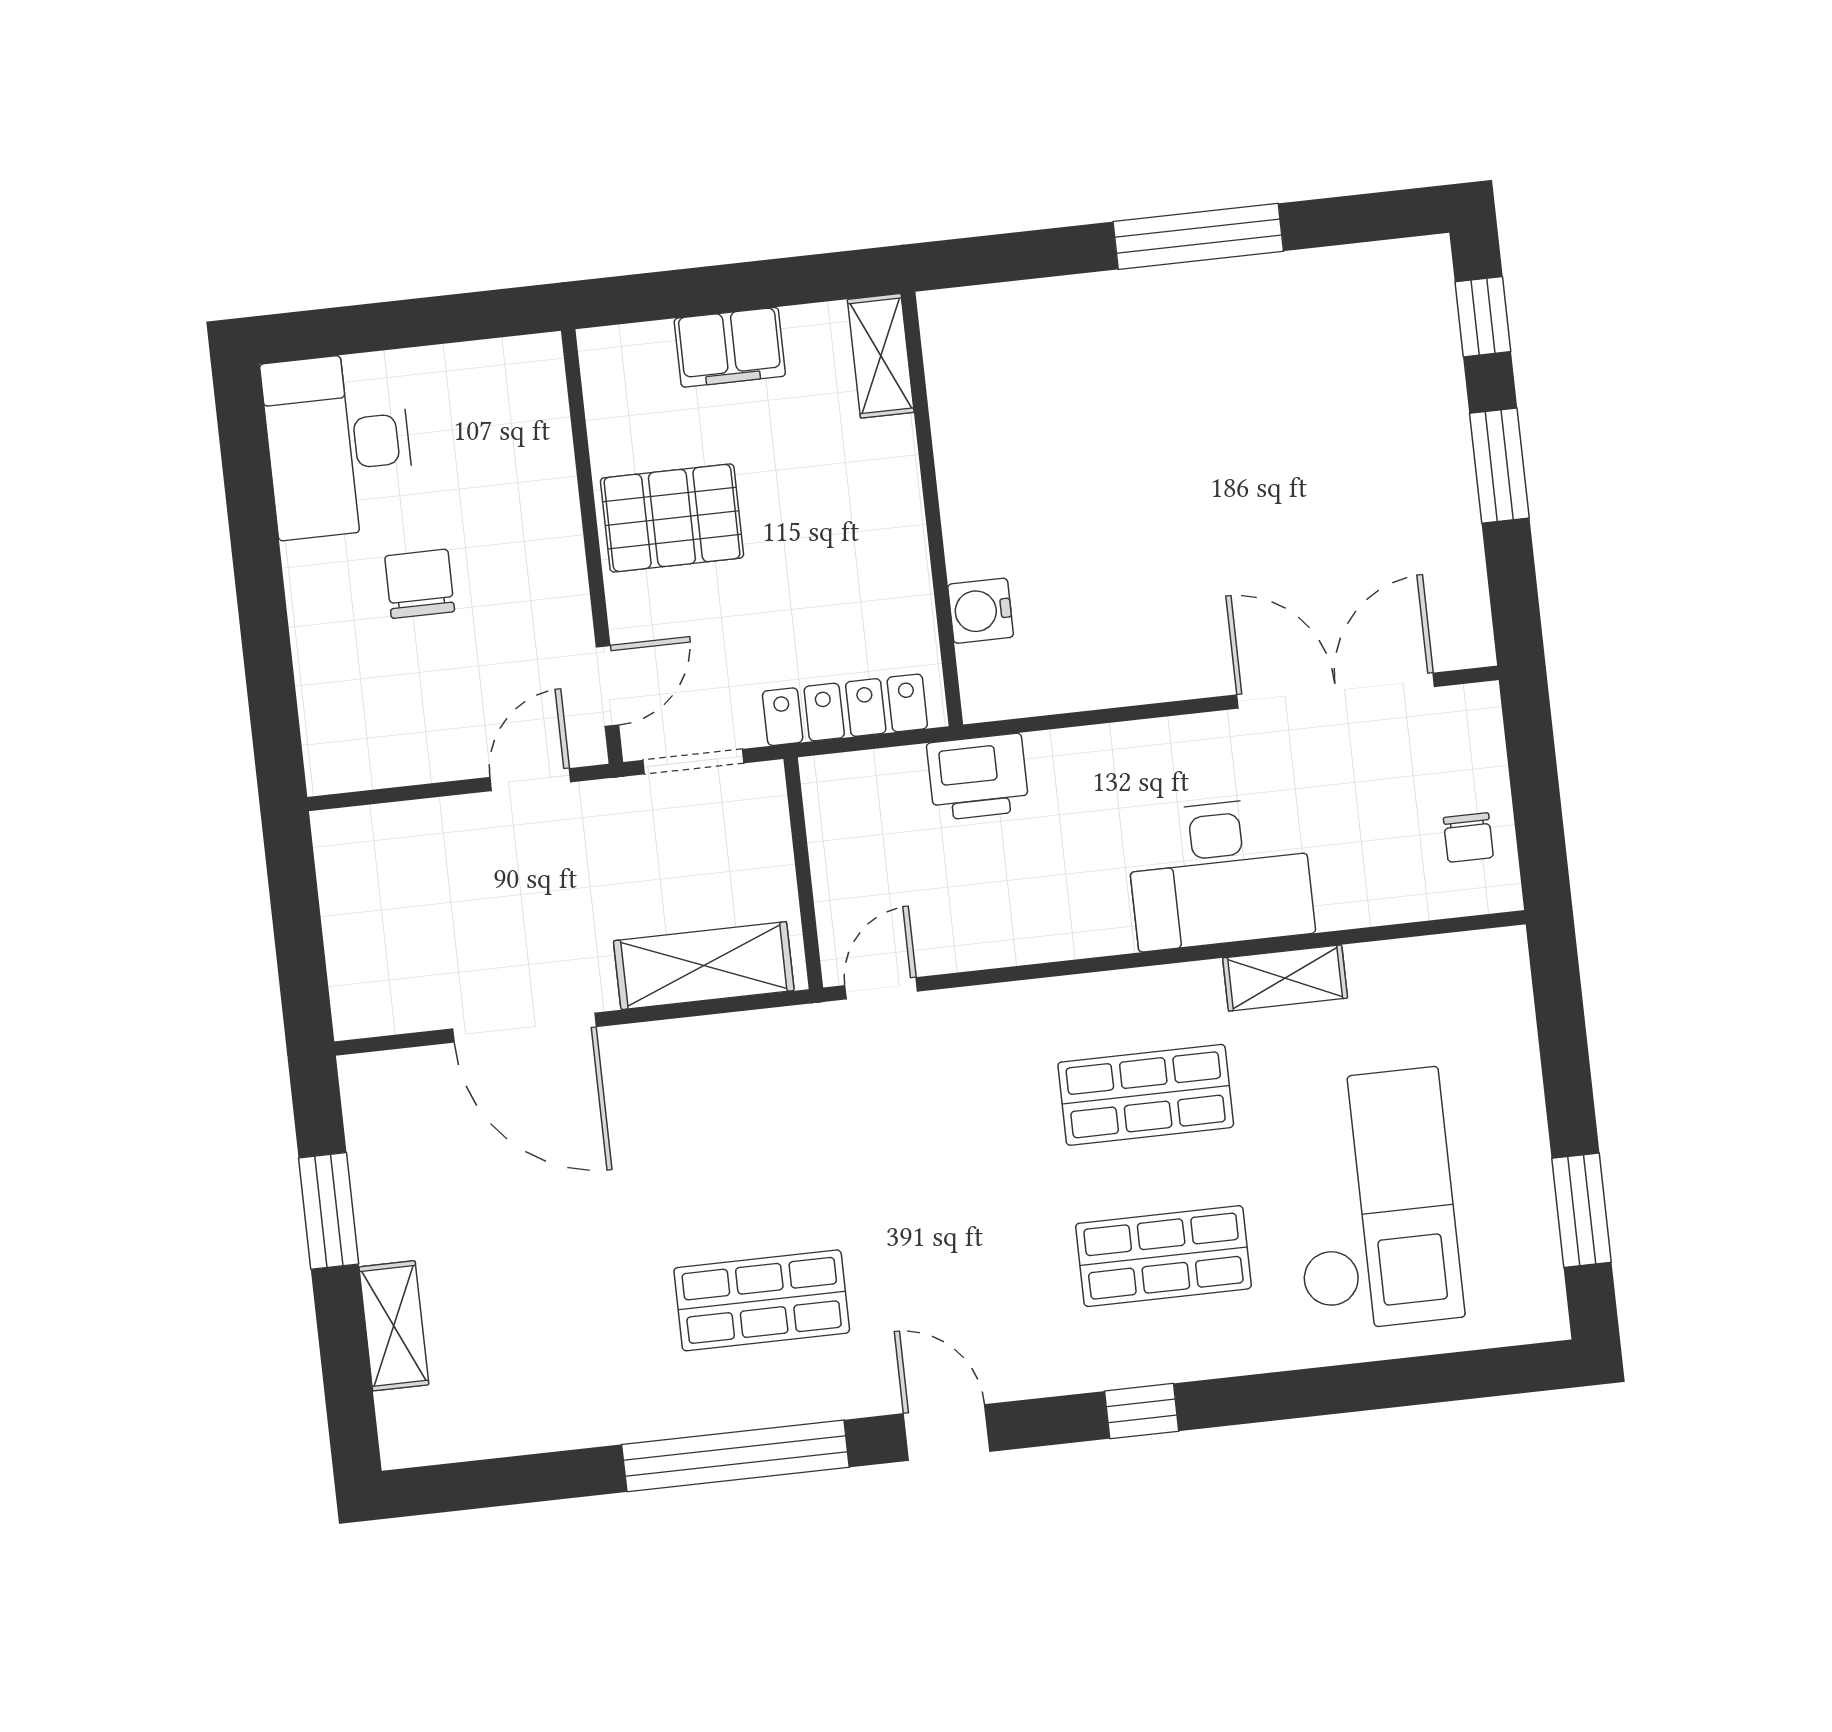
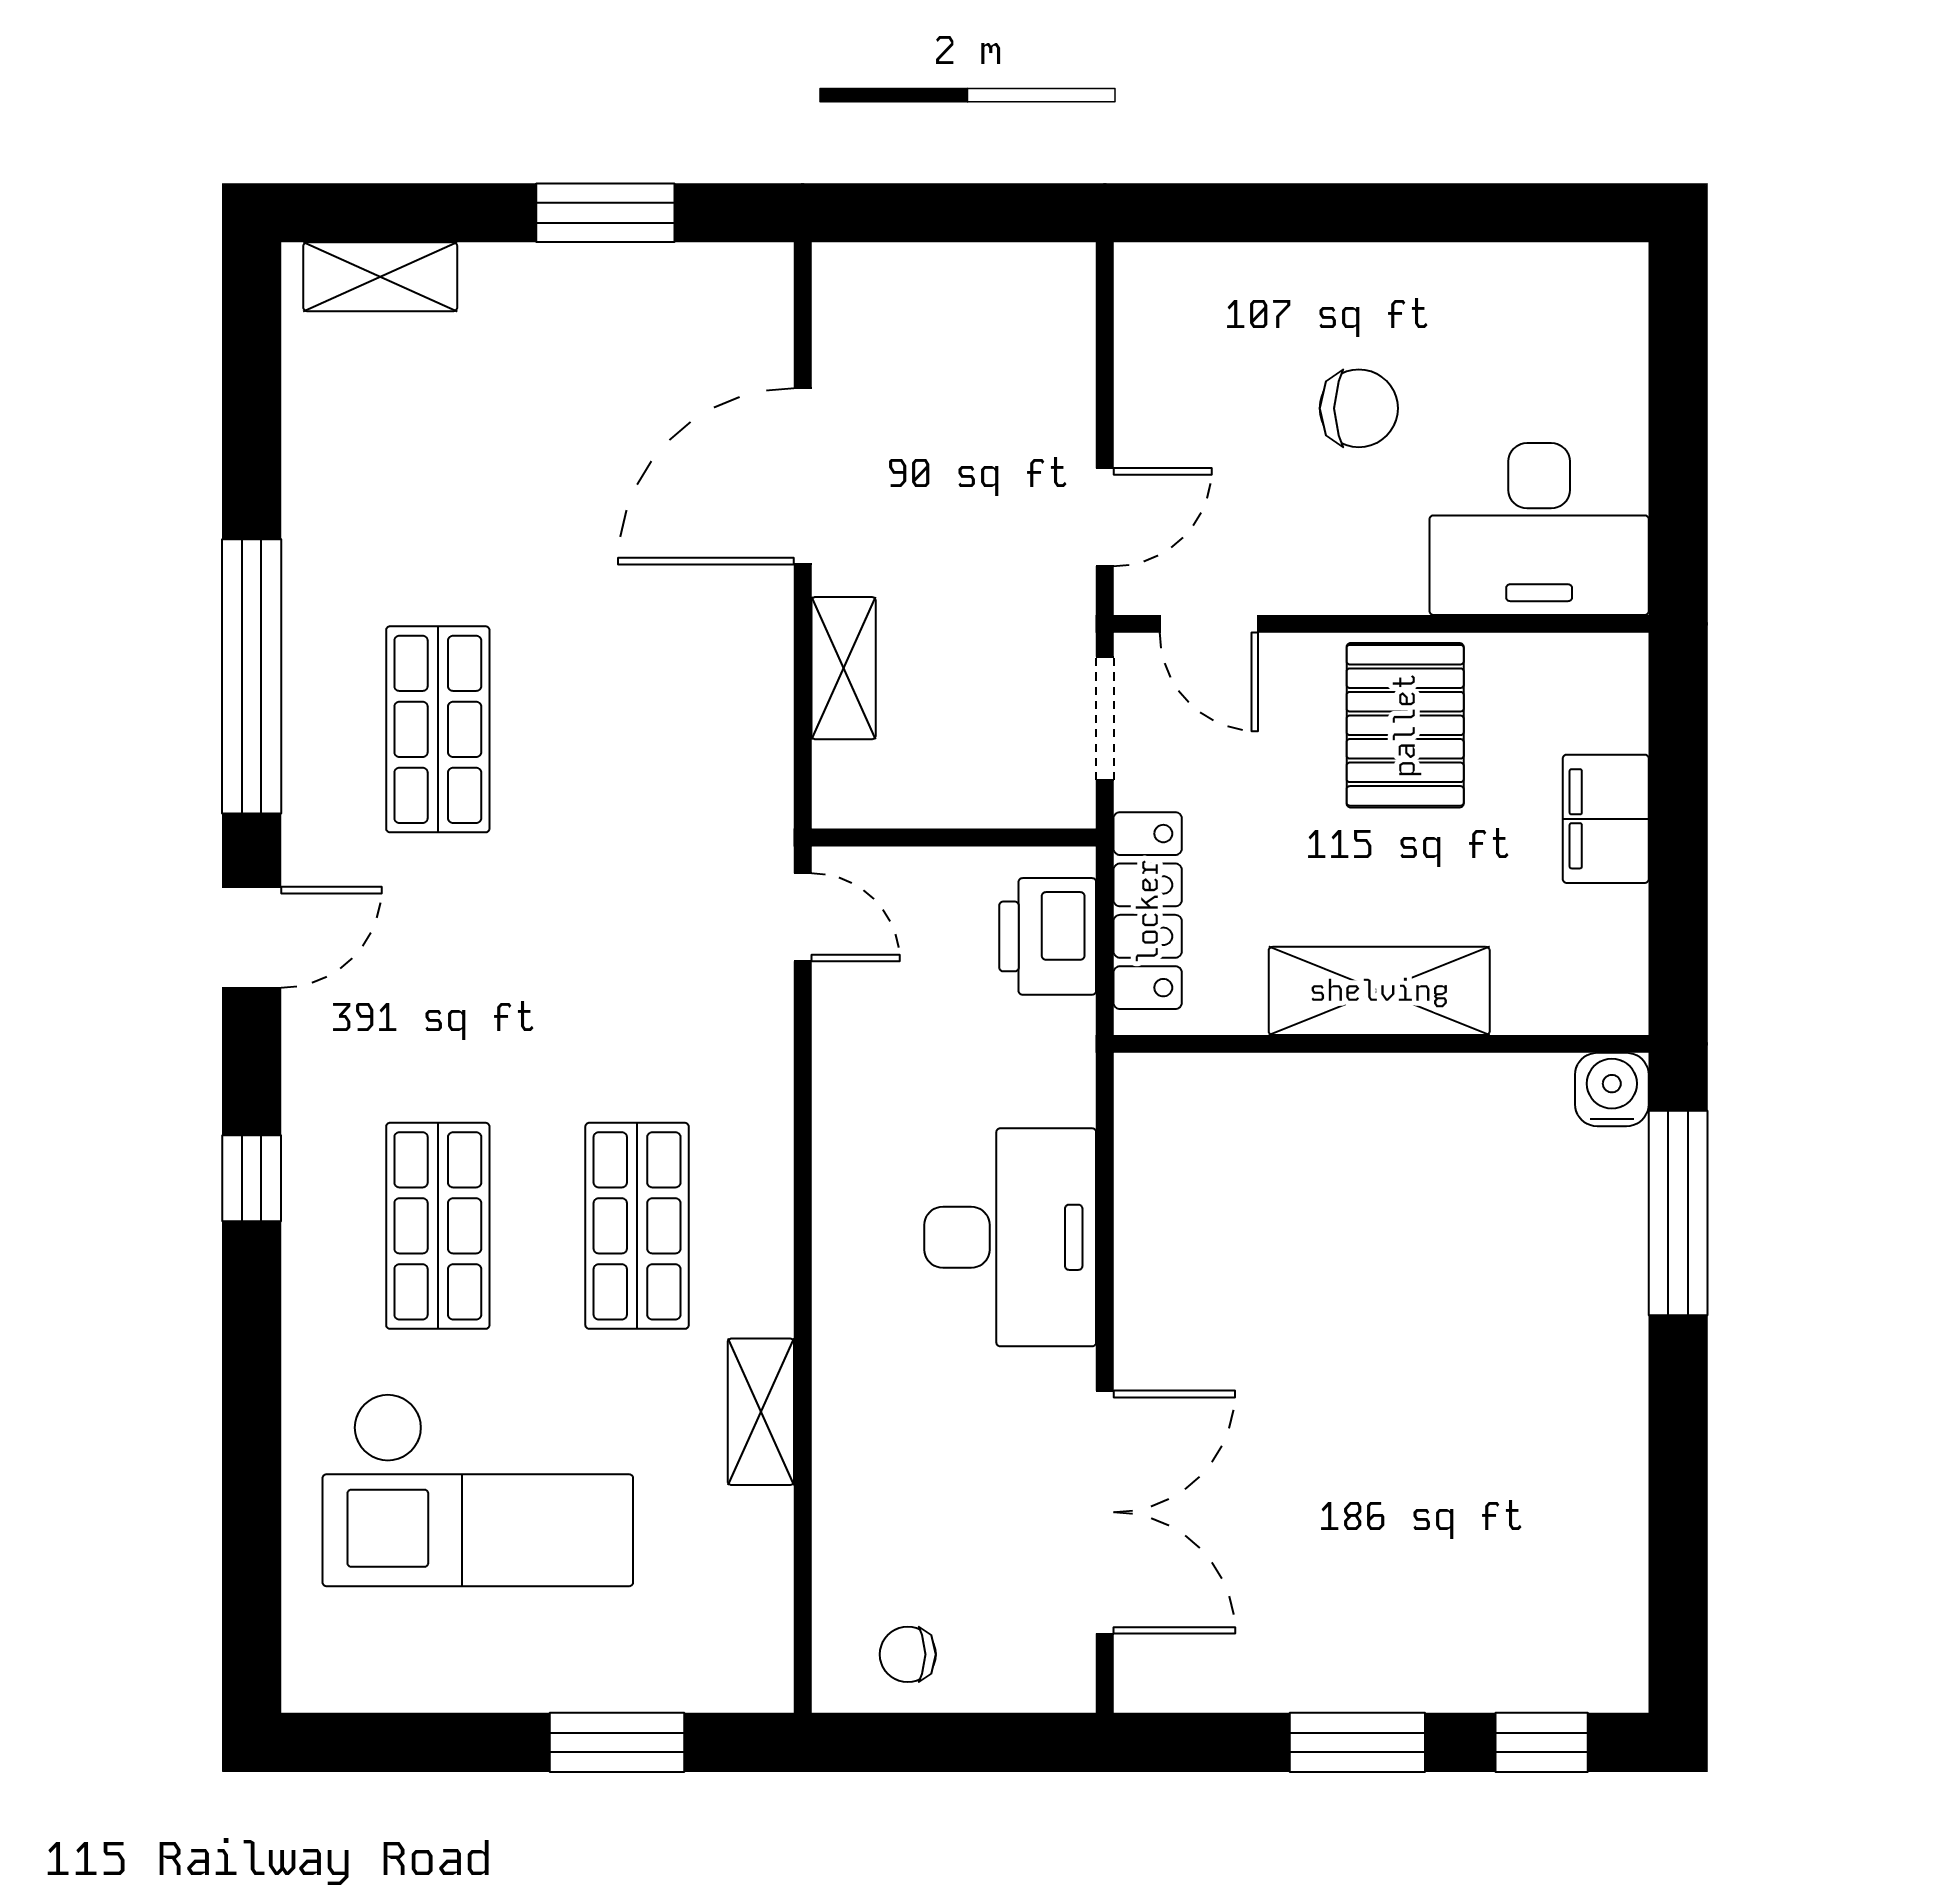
window: (1198, 236) -> (1678, 1213), moved
shelving: (881, 356) -> (1379, 991), moved, width x1.50, depth x1.33
desk: (339, 445) -> (1539, 529), moved, turned 180
water cooler: (981, 611) -> (1612, 1090), moved
printer: (978, 777) -> (1048, 936), moved
door: (530, 780) -> (1105, 517), hinge flipped
desk: (1220, 873) -> (1010, 1237), moved, turned 180
shelving: (704, 966) -> (844, 668), width x0.67, depth x0.75
window: (1582, 1210) -> (617, 1742), moved
shelving: (394, 1326) -> (380, 277), moved

